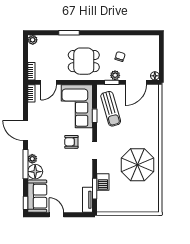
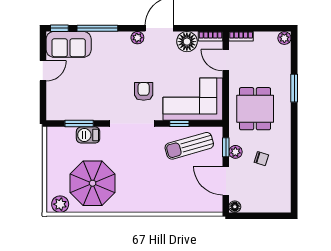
doorway: (95, 150) -> (132, 124), width x1.88
plant: (32, 159) -> (137, 38), moved
window: (25, 164) -> (97, 28), moved
parasol: (137, 165) -> (93, 183), moved
floor lamp: (35, 172) -> (187, 42), moved
tv unit: (87, 200) -> (64, 114), removed
plant: (153, 202) -> (60, 204), added

